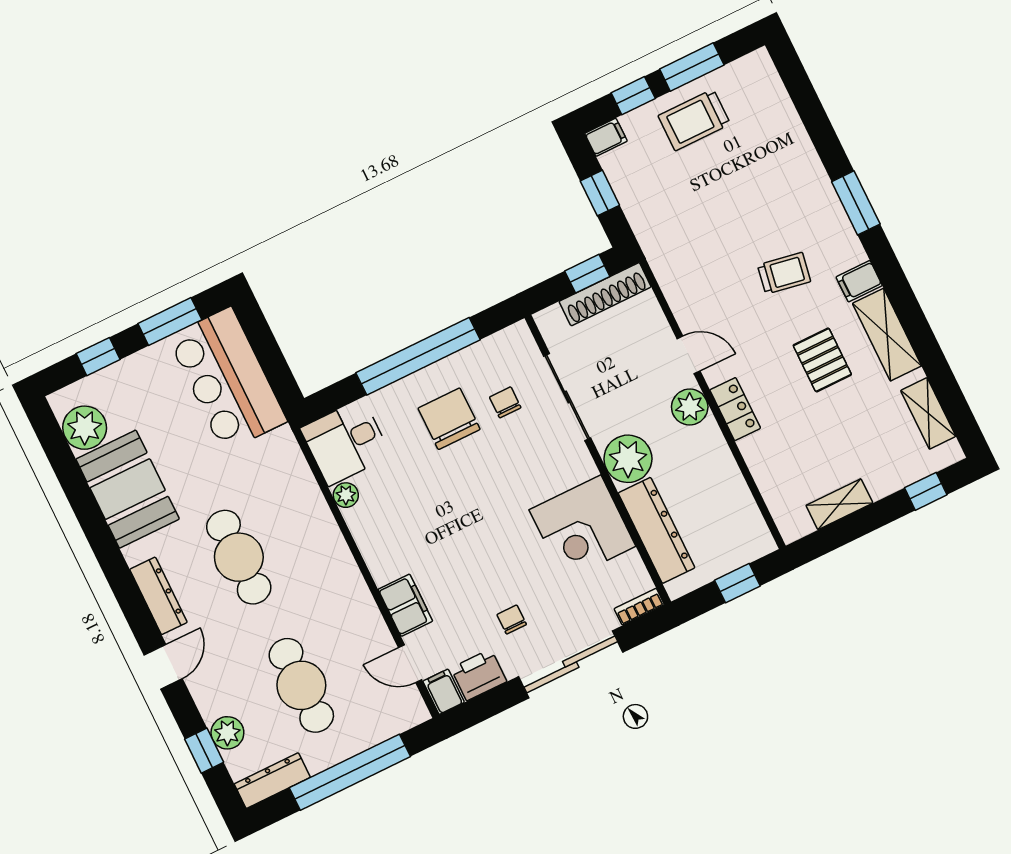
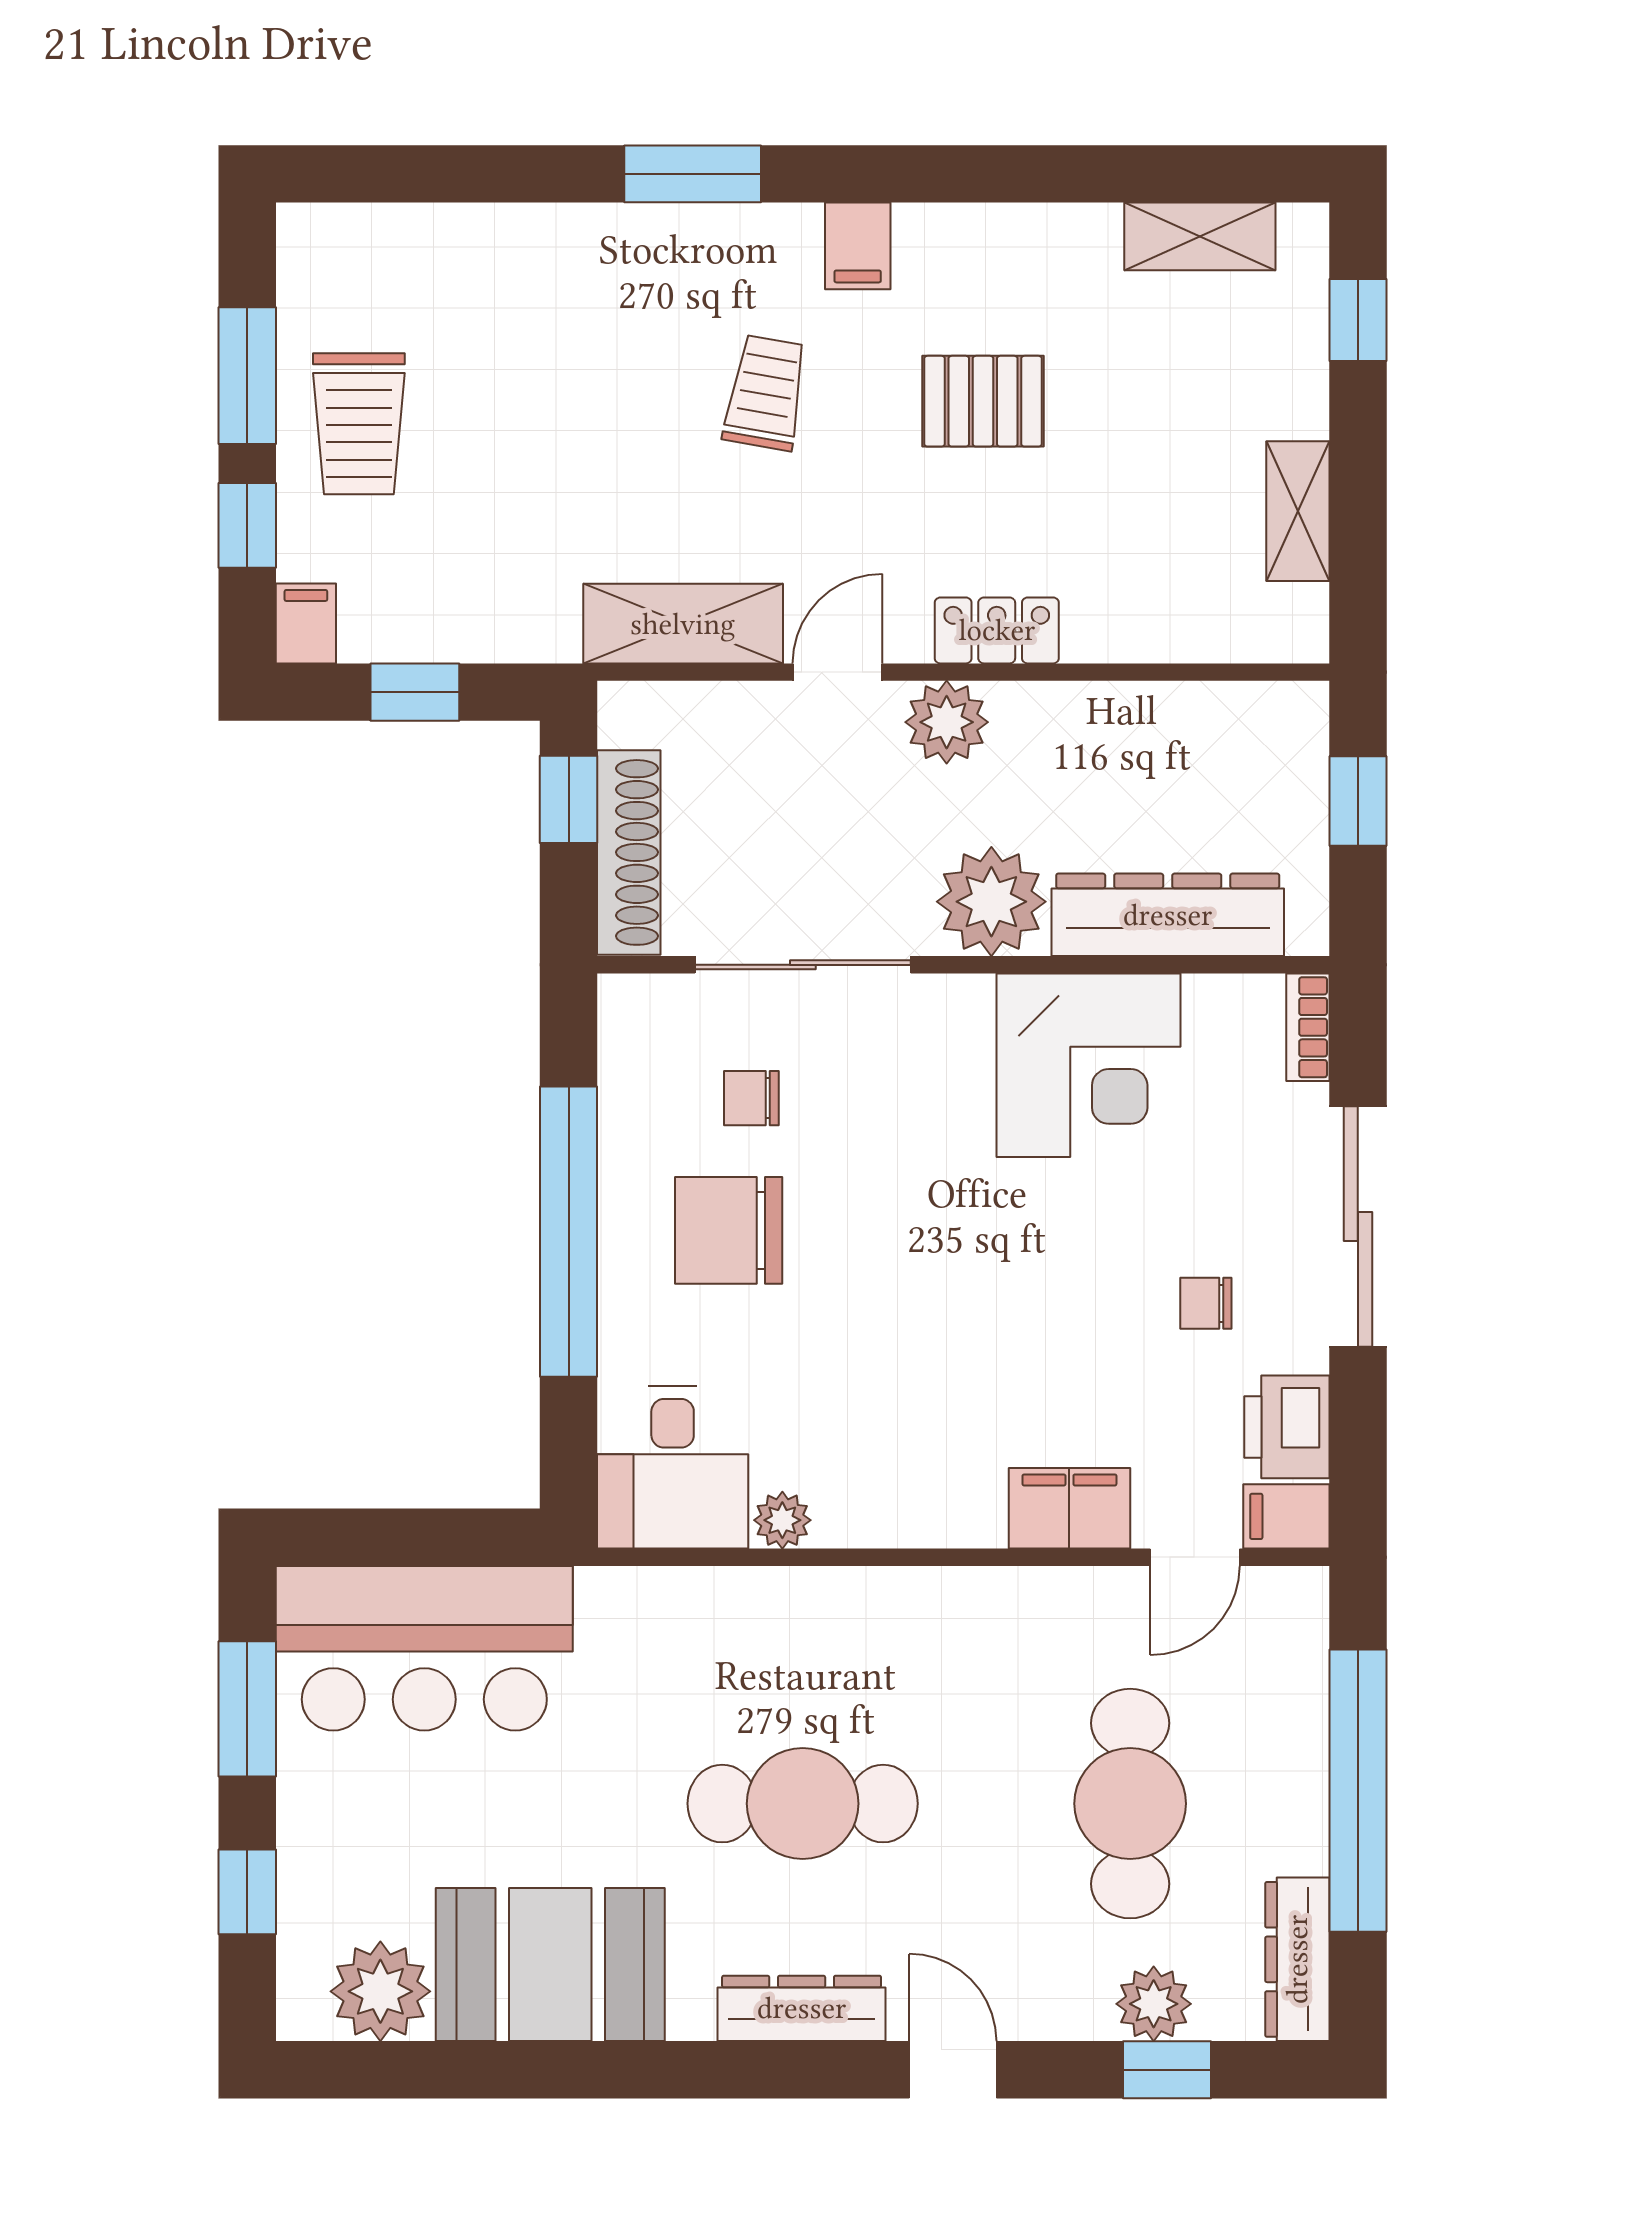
shoe rack: (605, 294) -> (629, 852), moved
shelving: (887, 335) -> (683, 624), moved
cafe table: (301, 685) -> (1130, 1804), turned 90

